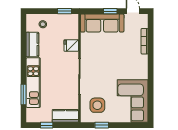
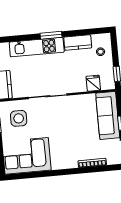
fridge: (71, 46) -> (93, 83), moved
window: (23, 94) -> (51, 35), moved

